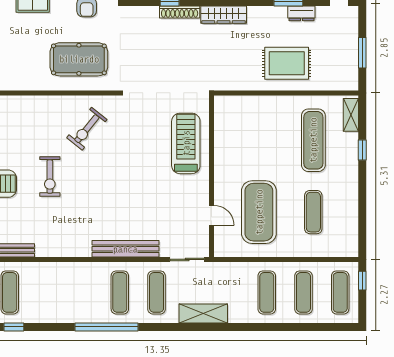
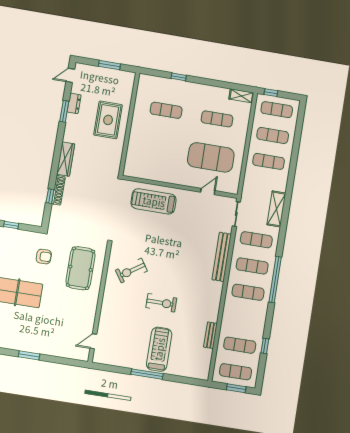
shelving: (351, 115) -> (241, 96), moved
exercise bike: (87, 129) -> (131, 271), turned 107
exercise mat: (313, 140) -> (166, 110), width x0.73, depth x0.69
exercise mat: (83, 292) -> (248, 292), added

